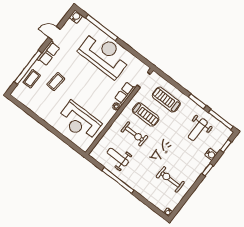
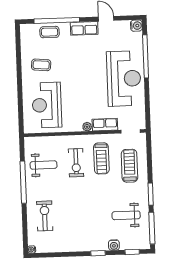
coffee table: (56, 82) -> (41, 65), moved
weight bench: (118, 157) -> (44, 165), turned 90
exercise bike: (170, 179) -> (45, 216), moved

